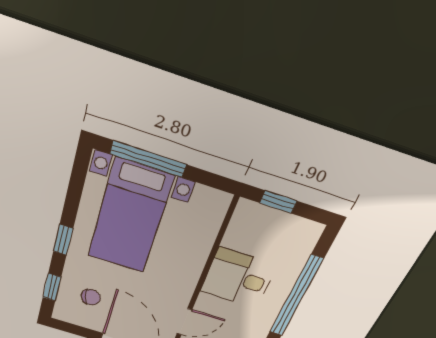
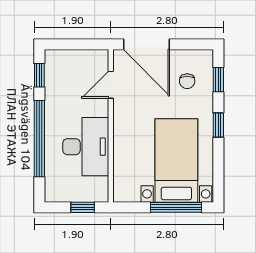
desk: (238, 278) -> (86, 147), width x1.37
chair: (91, 297) -> (187, 81), turned -79

